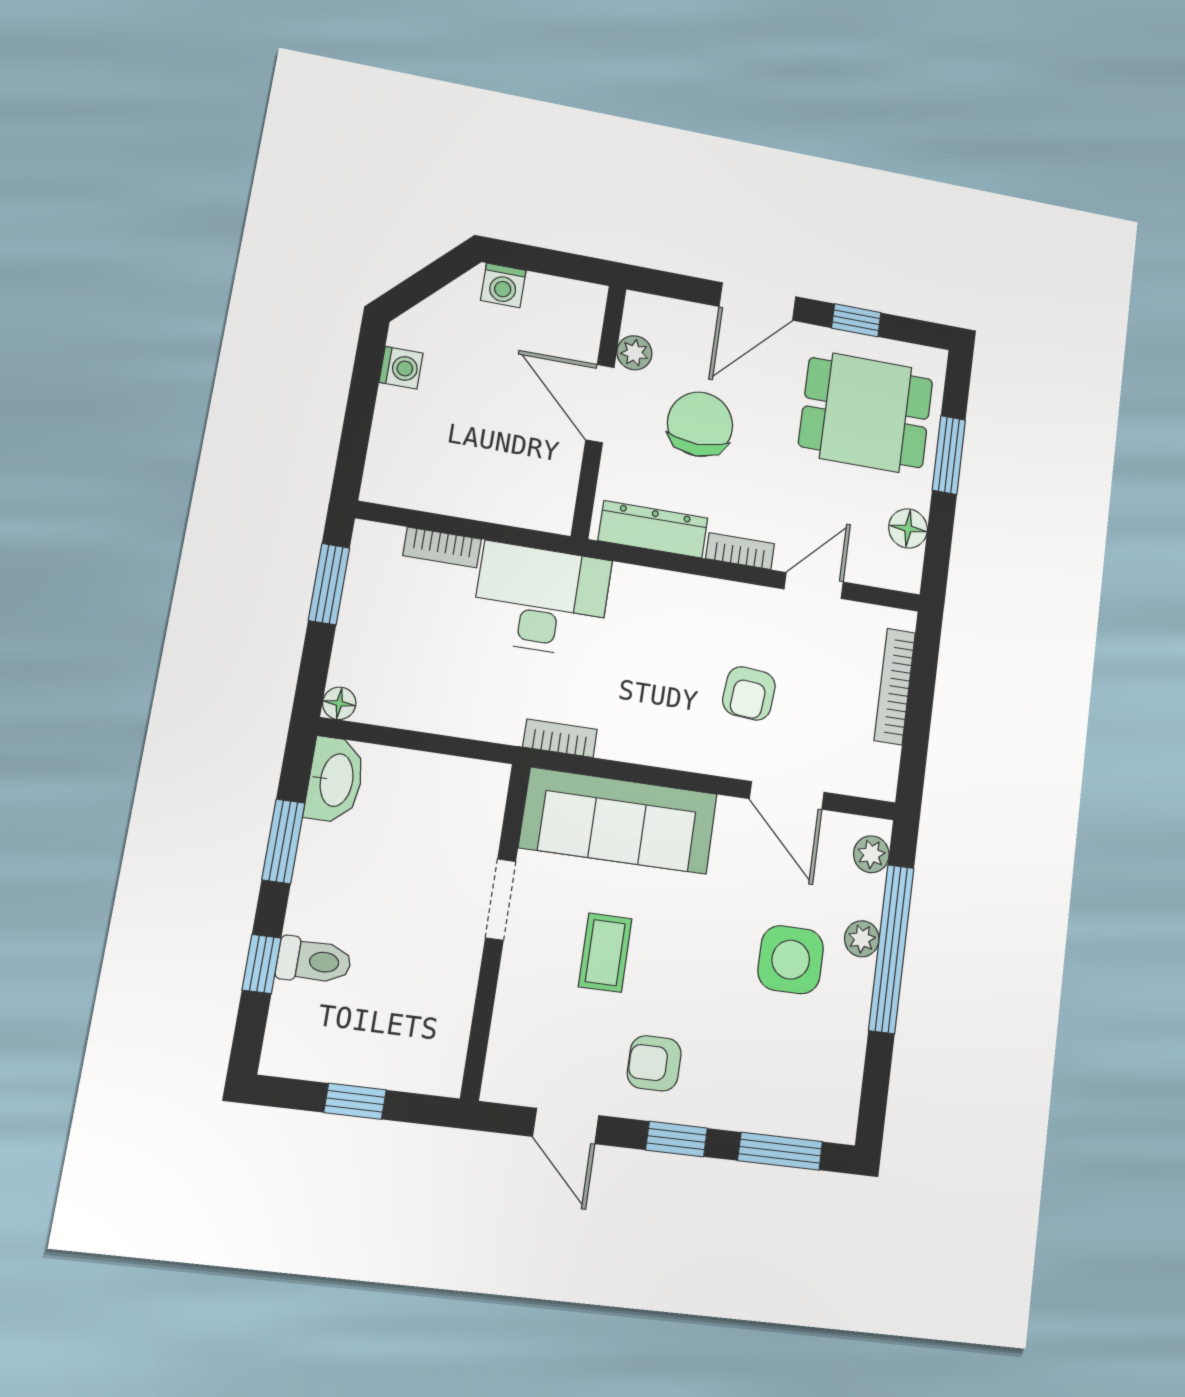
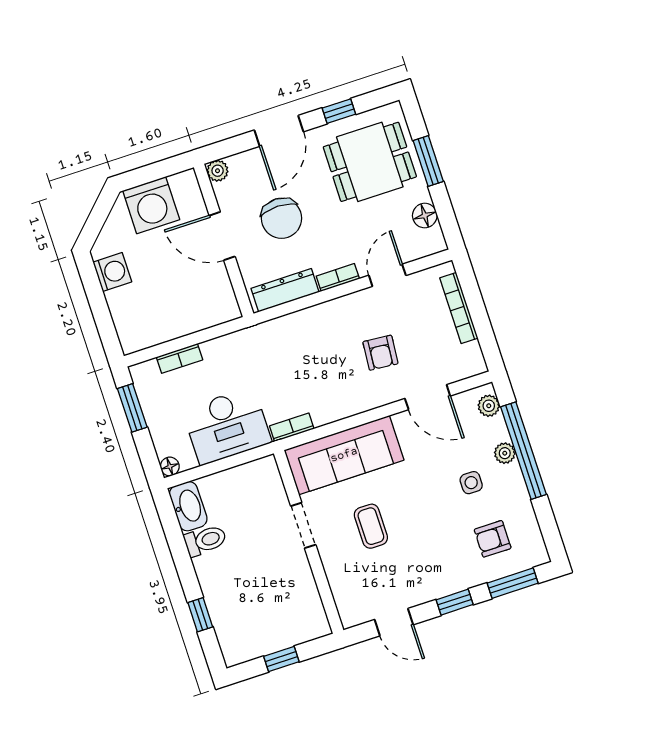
washing machine: (503, 285) -> (151, 205), width x1.89, depth x1.89
plant: (634, 353) -> (218, 171), moved
washing machine: (401, 368) -> (112, 272), width x1.38, depth x1.38
chair: (700, 424) -> (282, 218), turned 180
desk: (541, 600) -> (227, 426), moved, turned 180
window: (283, 841) -> (179, 550), removed
side table: (791, 960) -> (471, 483), width x0.54, depth x0.54
toilet: (314, 961) -> (205, 540), moved
armchair: (654, 1063) -> (493, 539), moved

